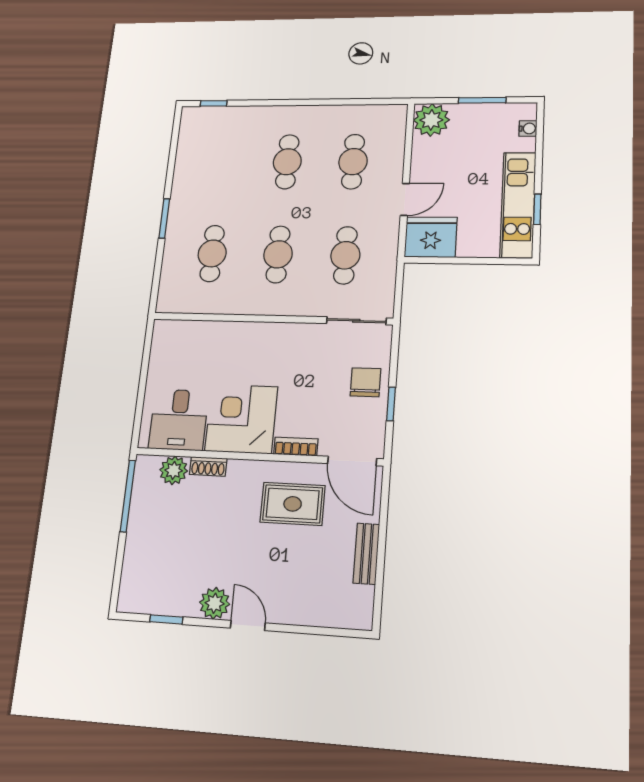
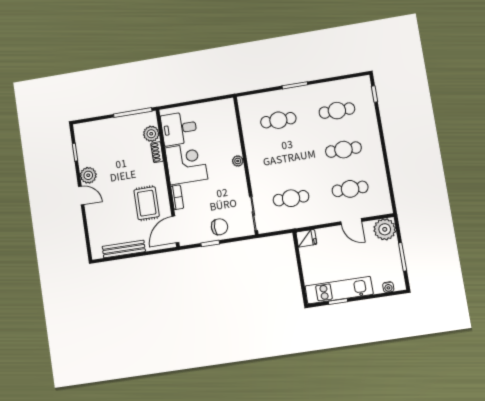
door: (405, 199) -> (351, 222), moved
fridge: (431, 237) -> (306, 238), width x0.53, depth x0.75
cafe table: (278, 254) -> (337, 111), moved
plant: (261, 331) -> (238, 161), added
bench: (366, 554) -> (124, 249), width x1.36
door: (248, 625) -> (81, 196), hinge flipped

